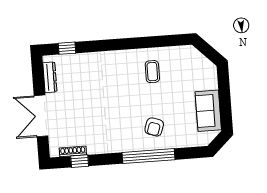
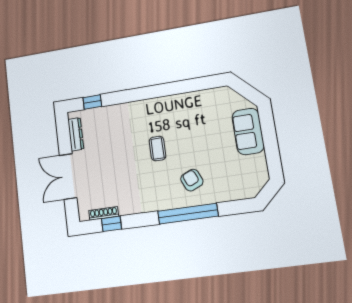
coffee table: (152, 72) -> (158, 149), moved
sofa: (208, 111) -> (248, 131), moved
armchair: (154, 127) -> (192, 180), turned 137

